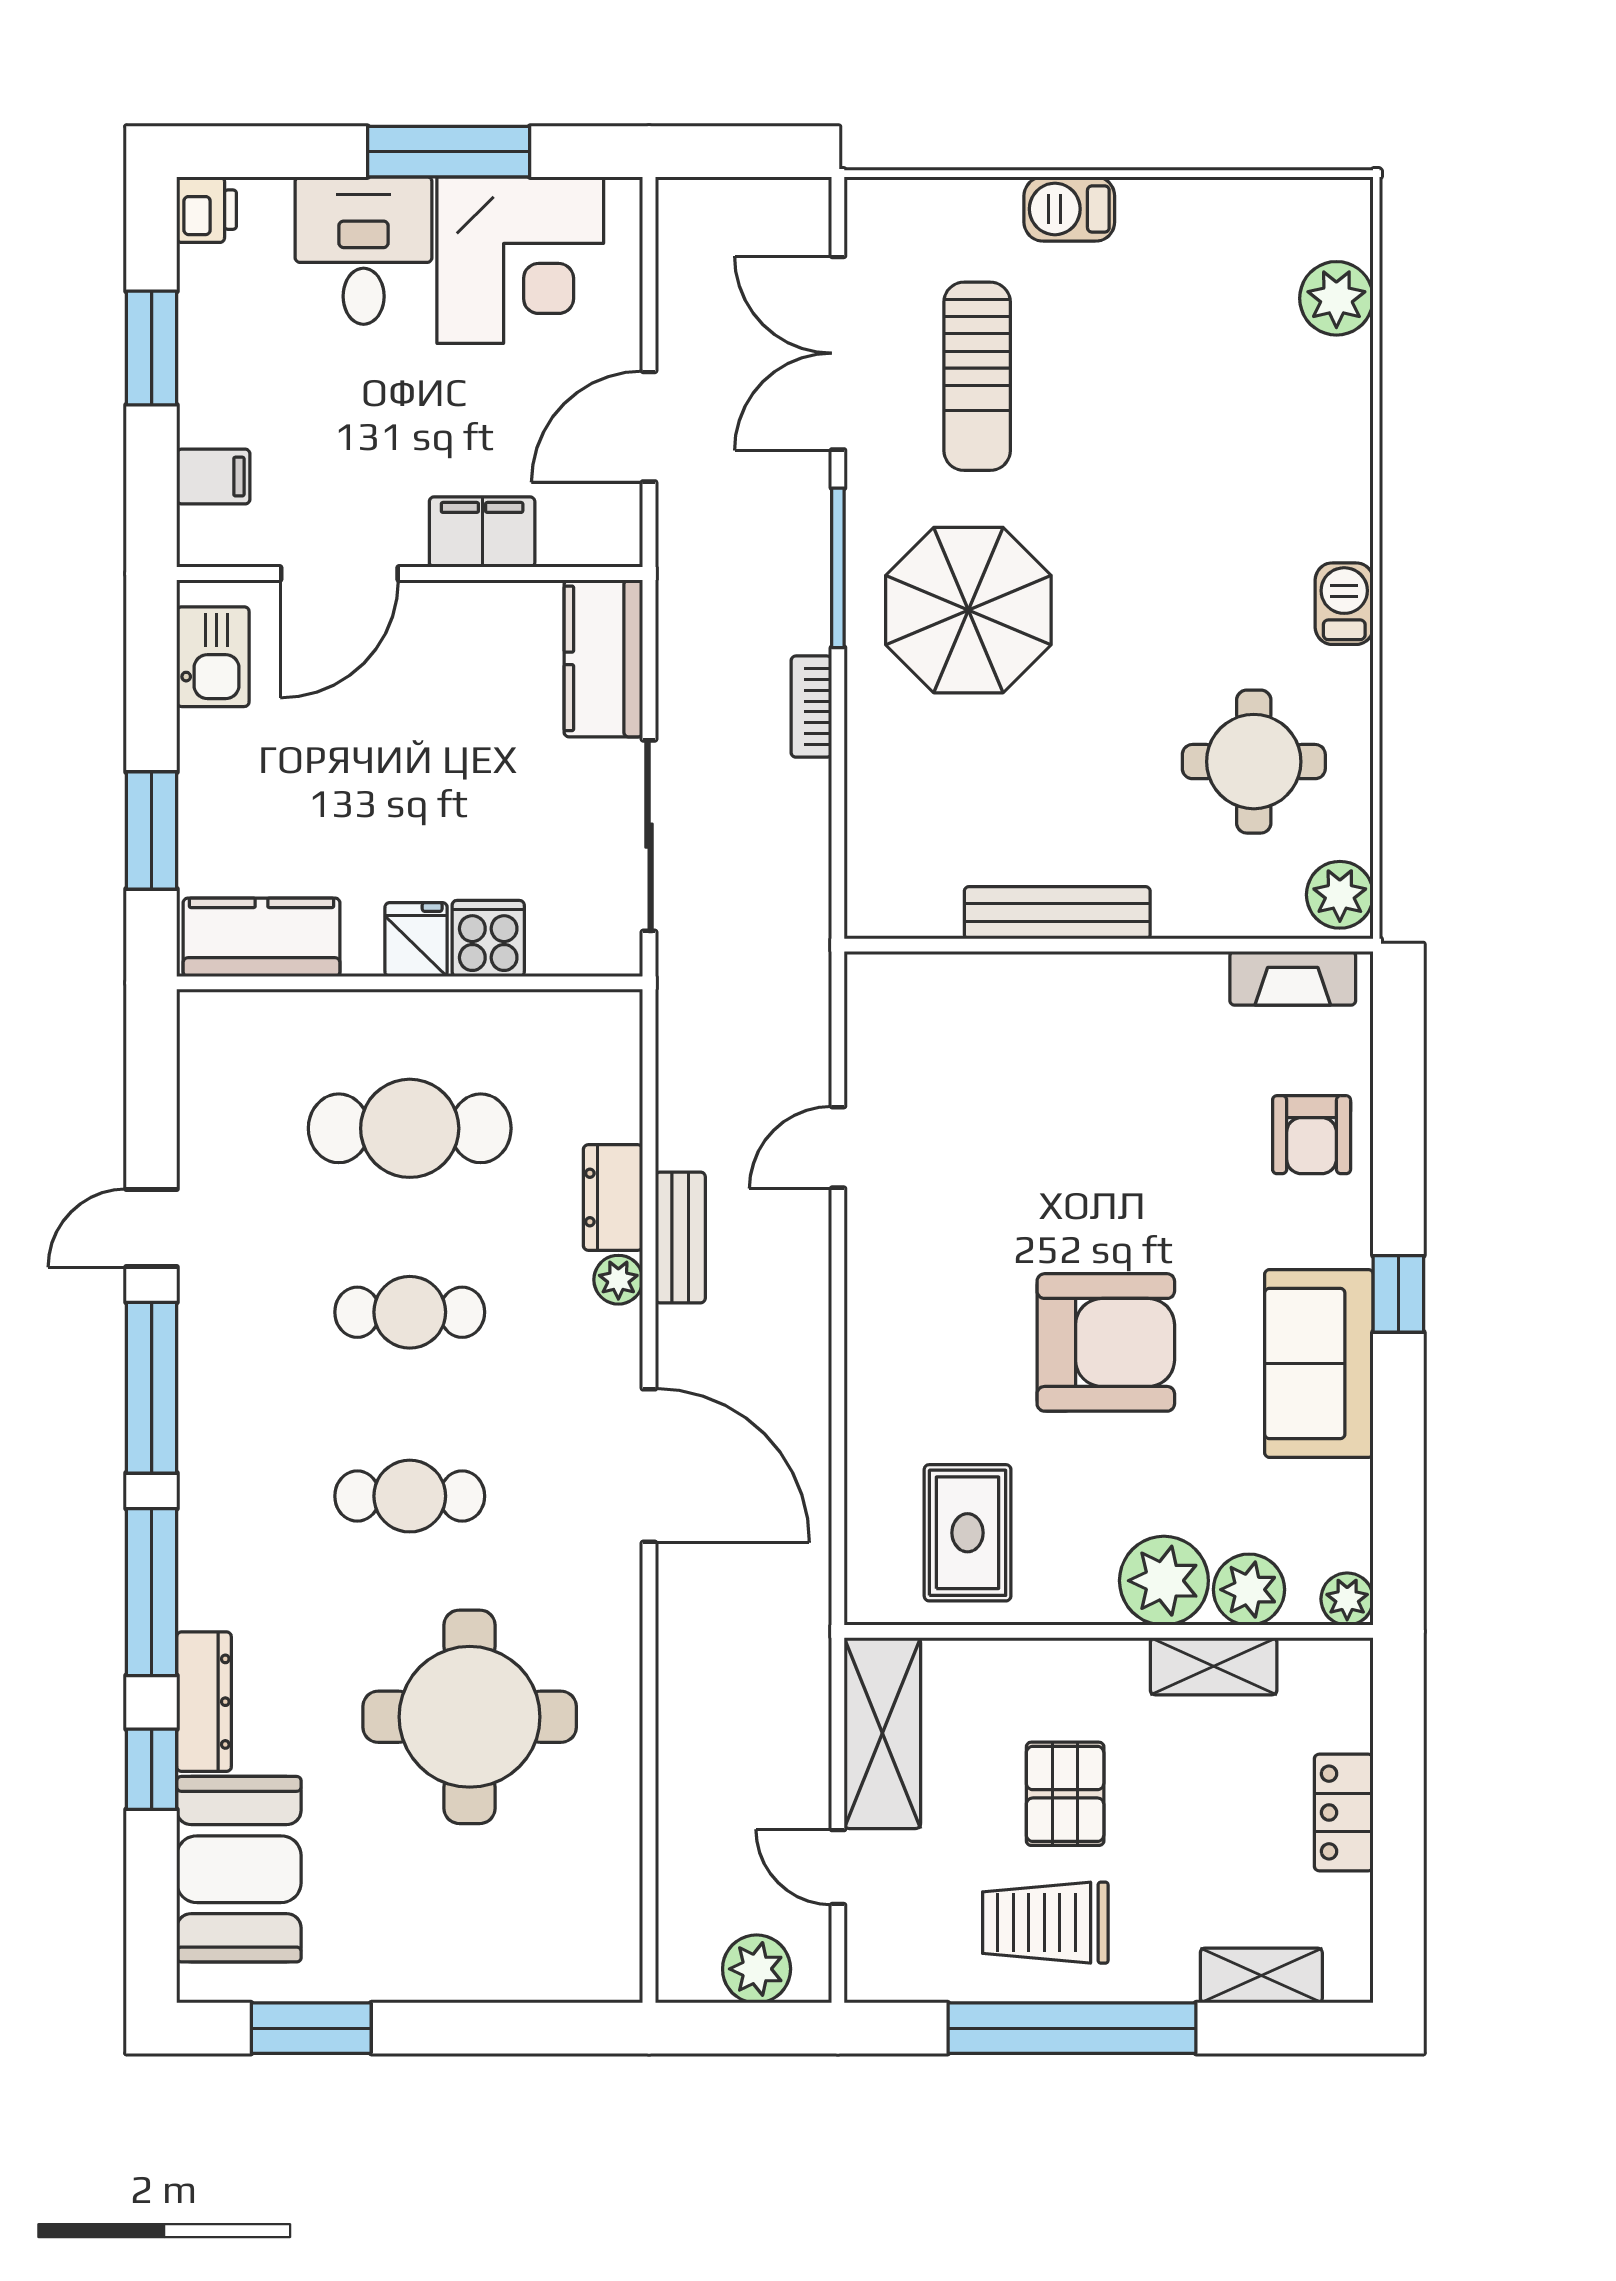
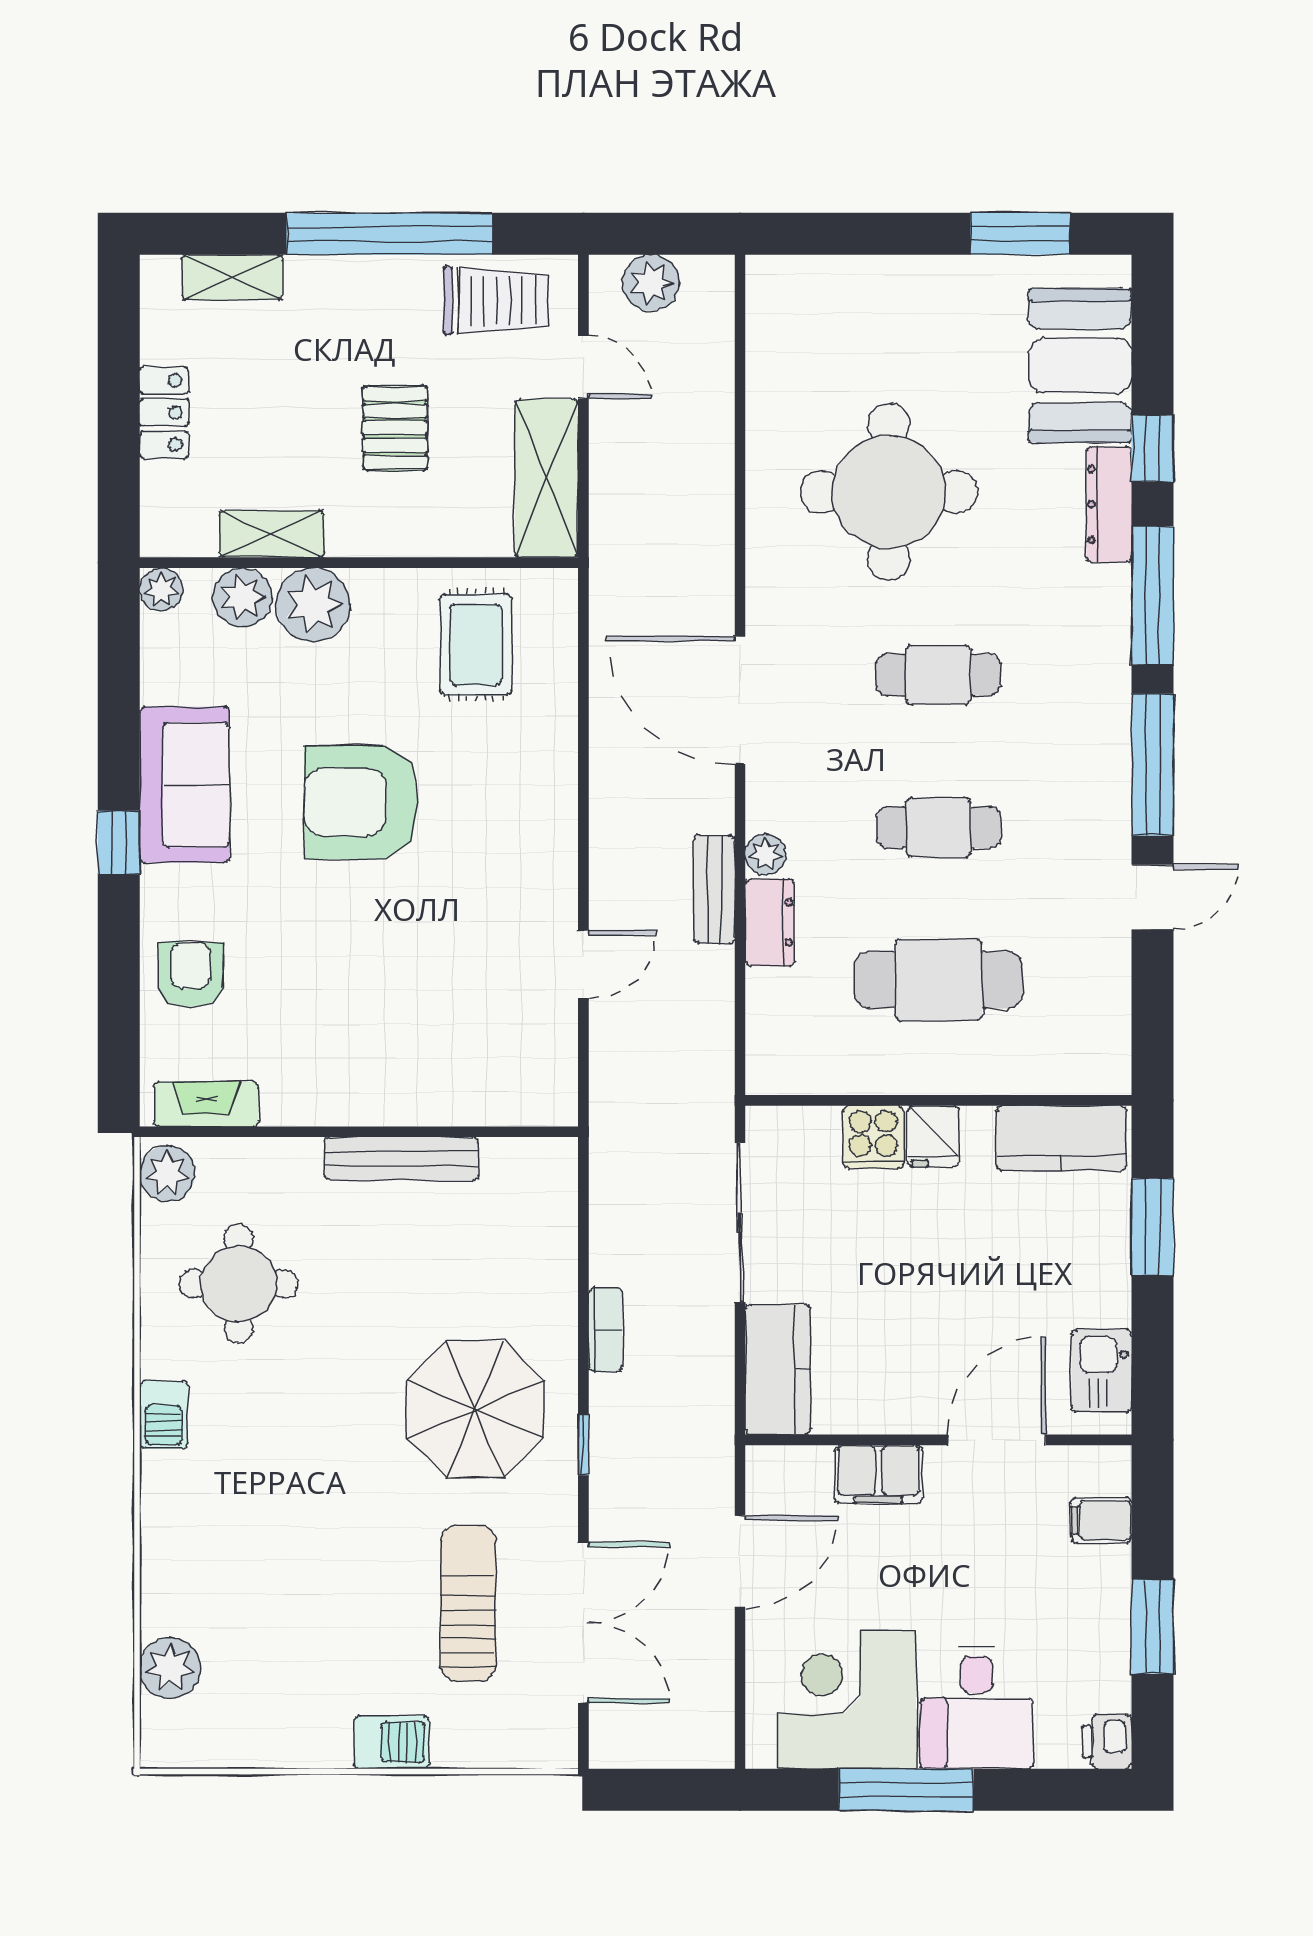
window: (838, 568) -> (583, 1445), width x0.46
trolley: (1045, 1923) -> (496, 301), moved

